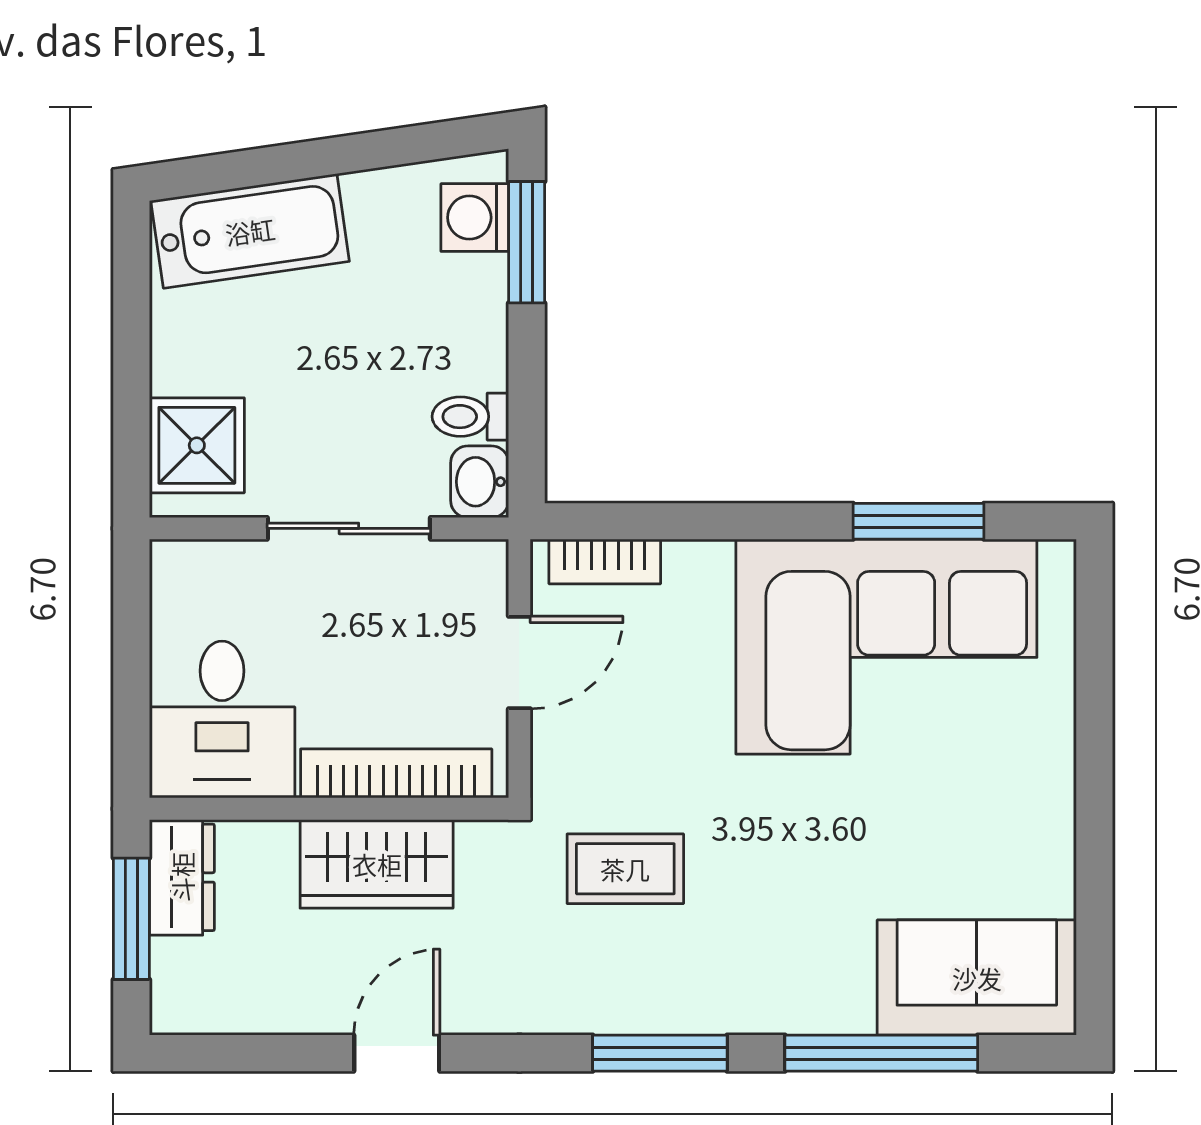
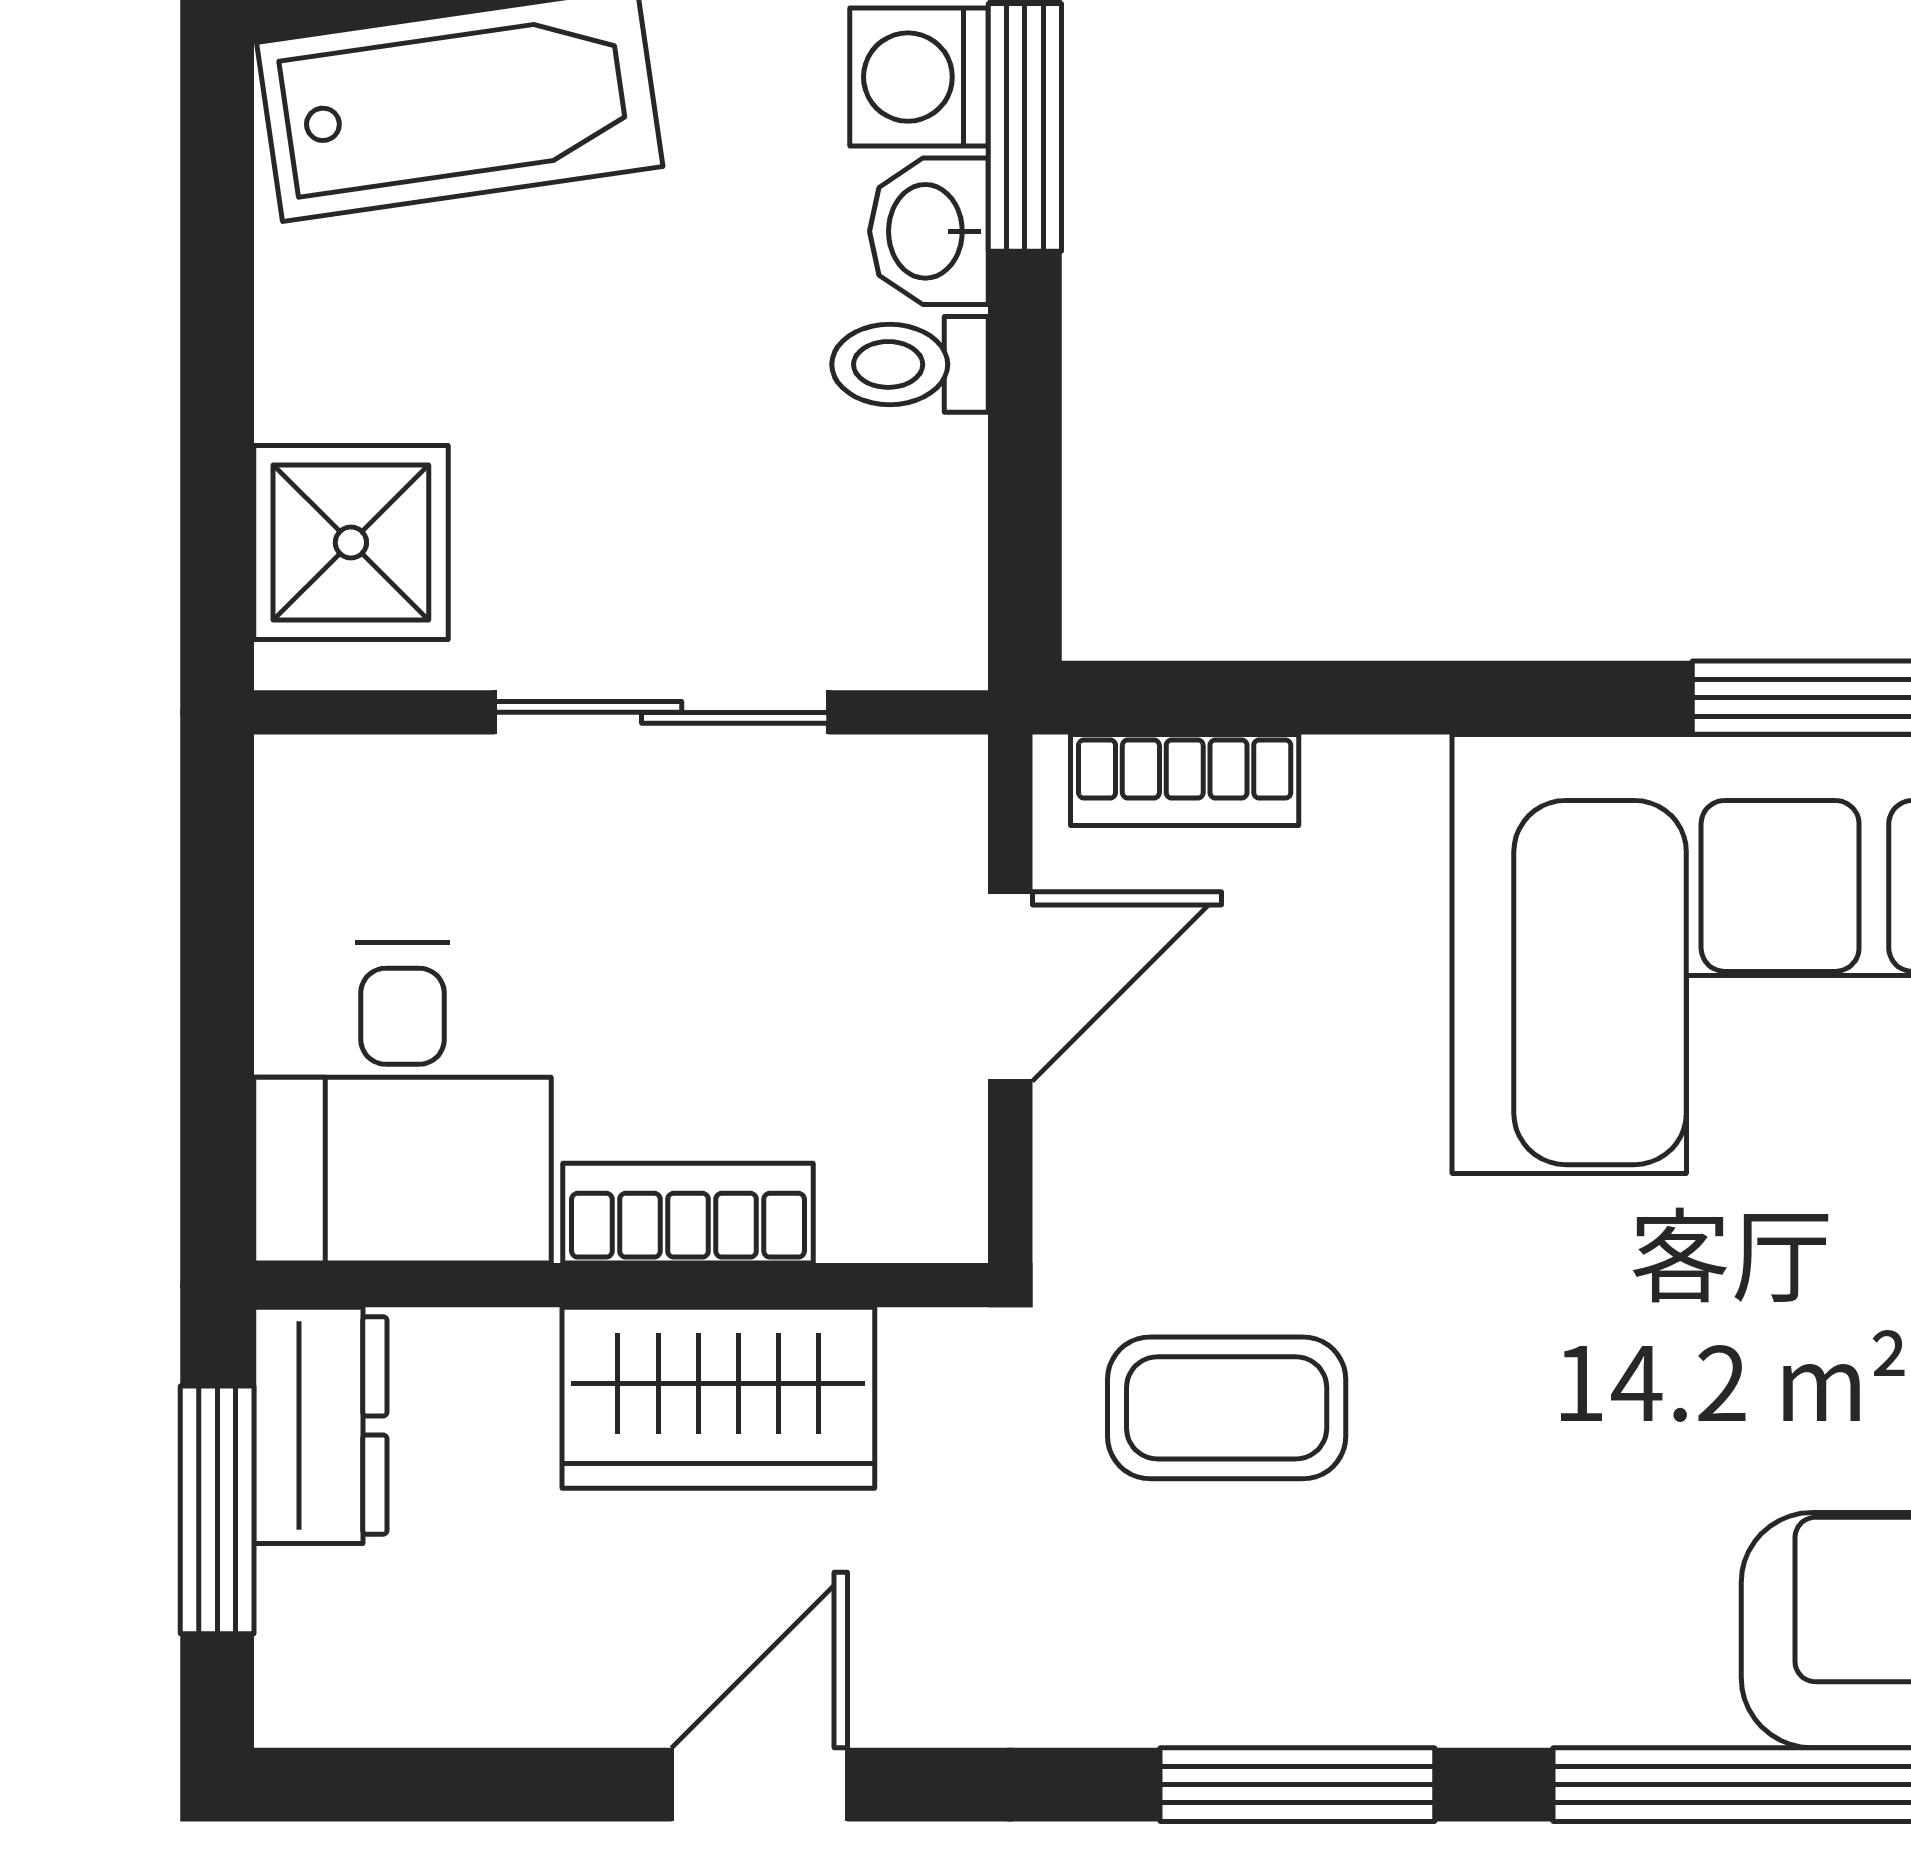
toilet: (470, 417) -> (910, 364), moved
washbasin: (480, 482) -> (929, 231), moved
bookcase: (396, 773) -> (688, 1213), width x0.64

